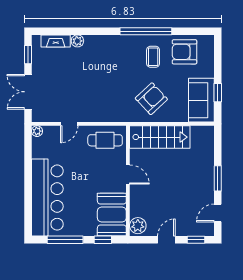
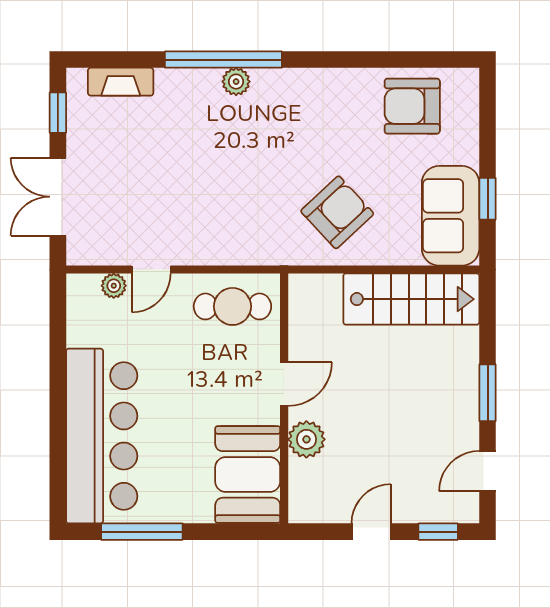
window: (146, 31) -> (223, 60), moved
plant: (77, 41) -> (236, 82), moved
coffee table: (153, 57) -> (341, 117), removed
plant: (37, 131) -> (114, 286), moved
stairs: (160, 137) -> (411, 299), moved
door: (128, 175) -> (284, 384), hinge flipped
plant: (138, 226) -> (306, 439), moved
window: (103, 240) -> (227, 532), removed

